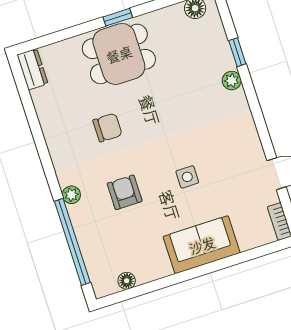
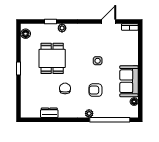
dining table: (119, 54) -> (52, 58), moved
dresser: (33, 69) -> (49, 113), moved
sofa: (202, 245) -> (129, 81), moved

